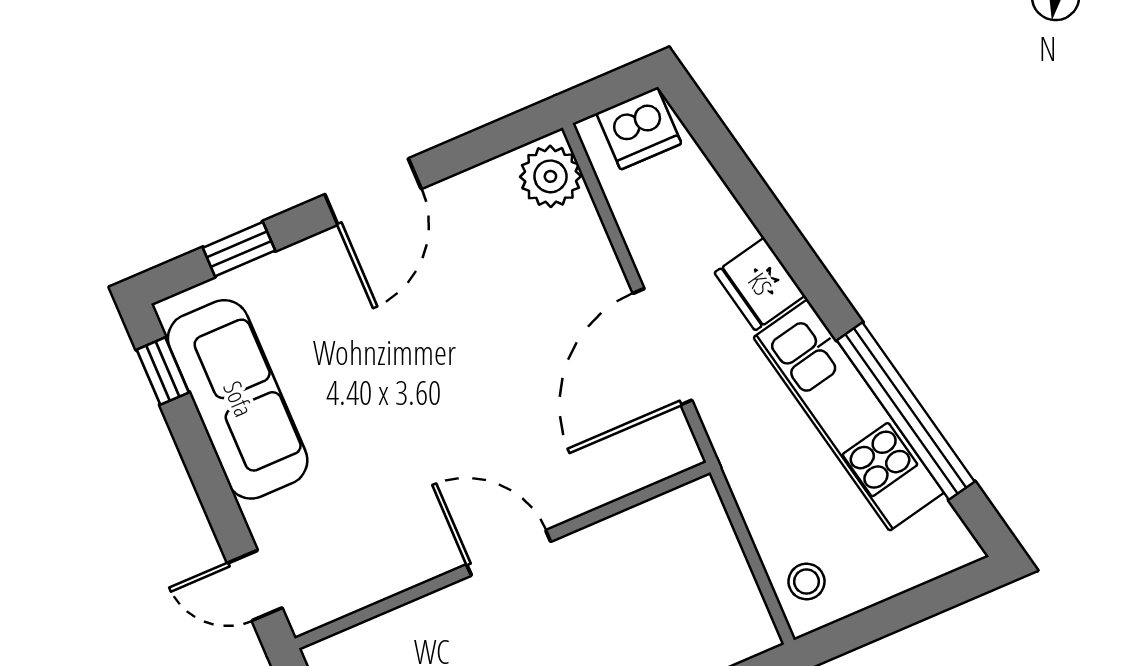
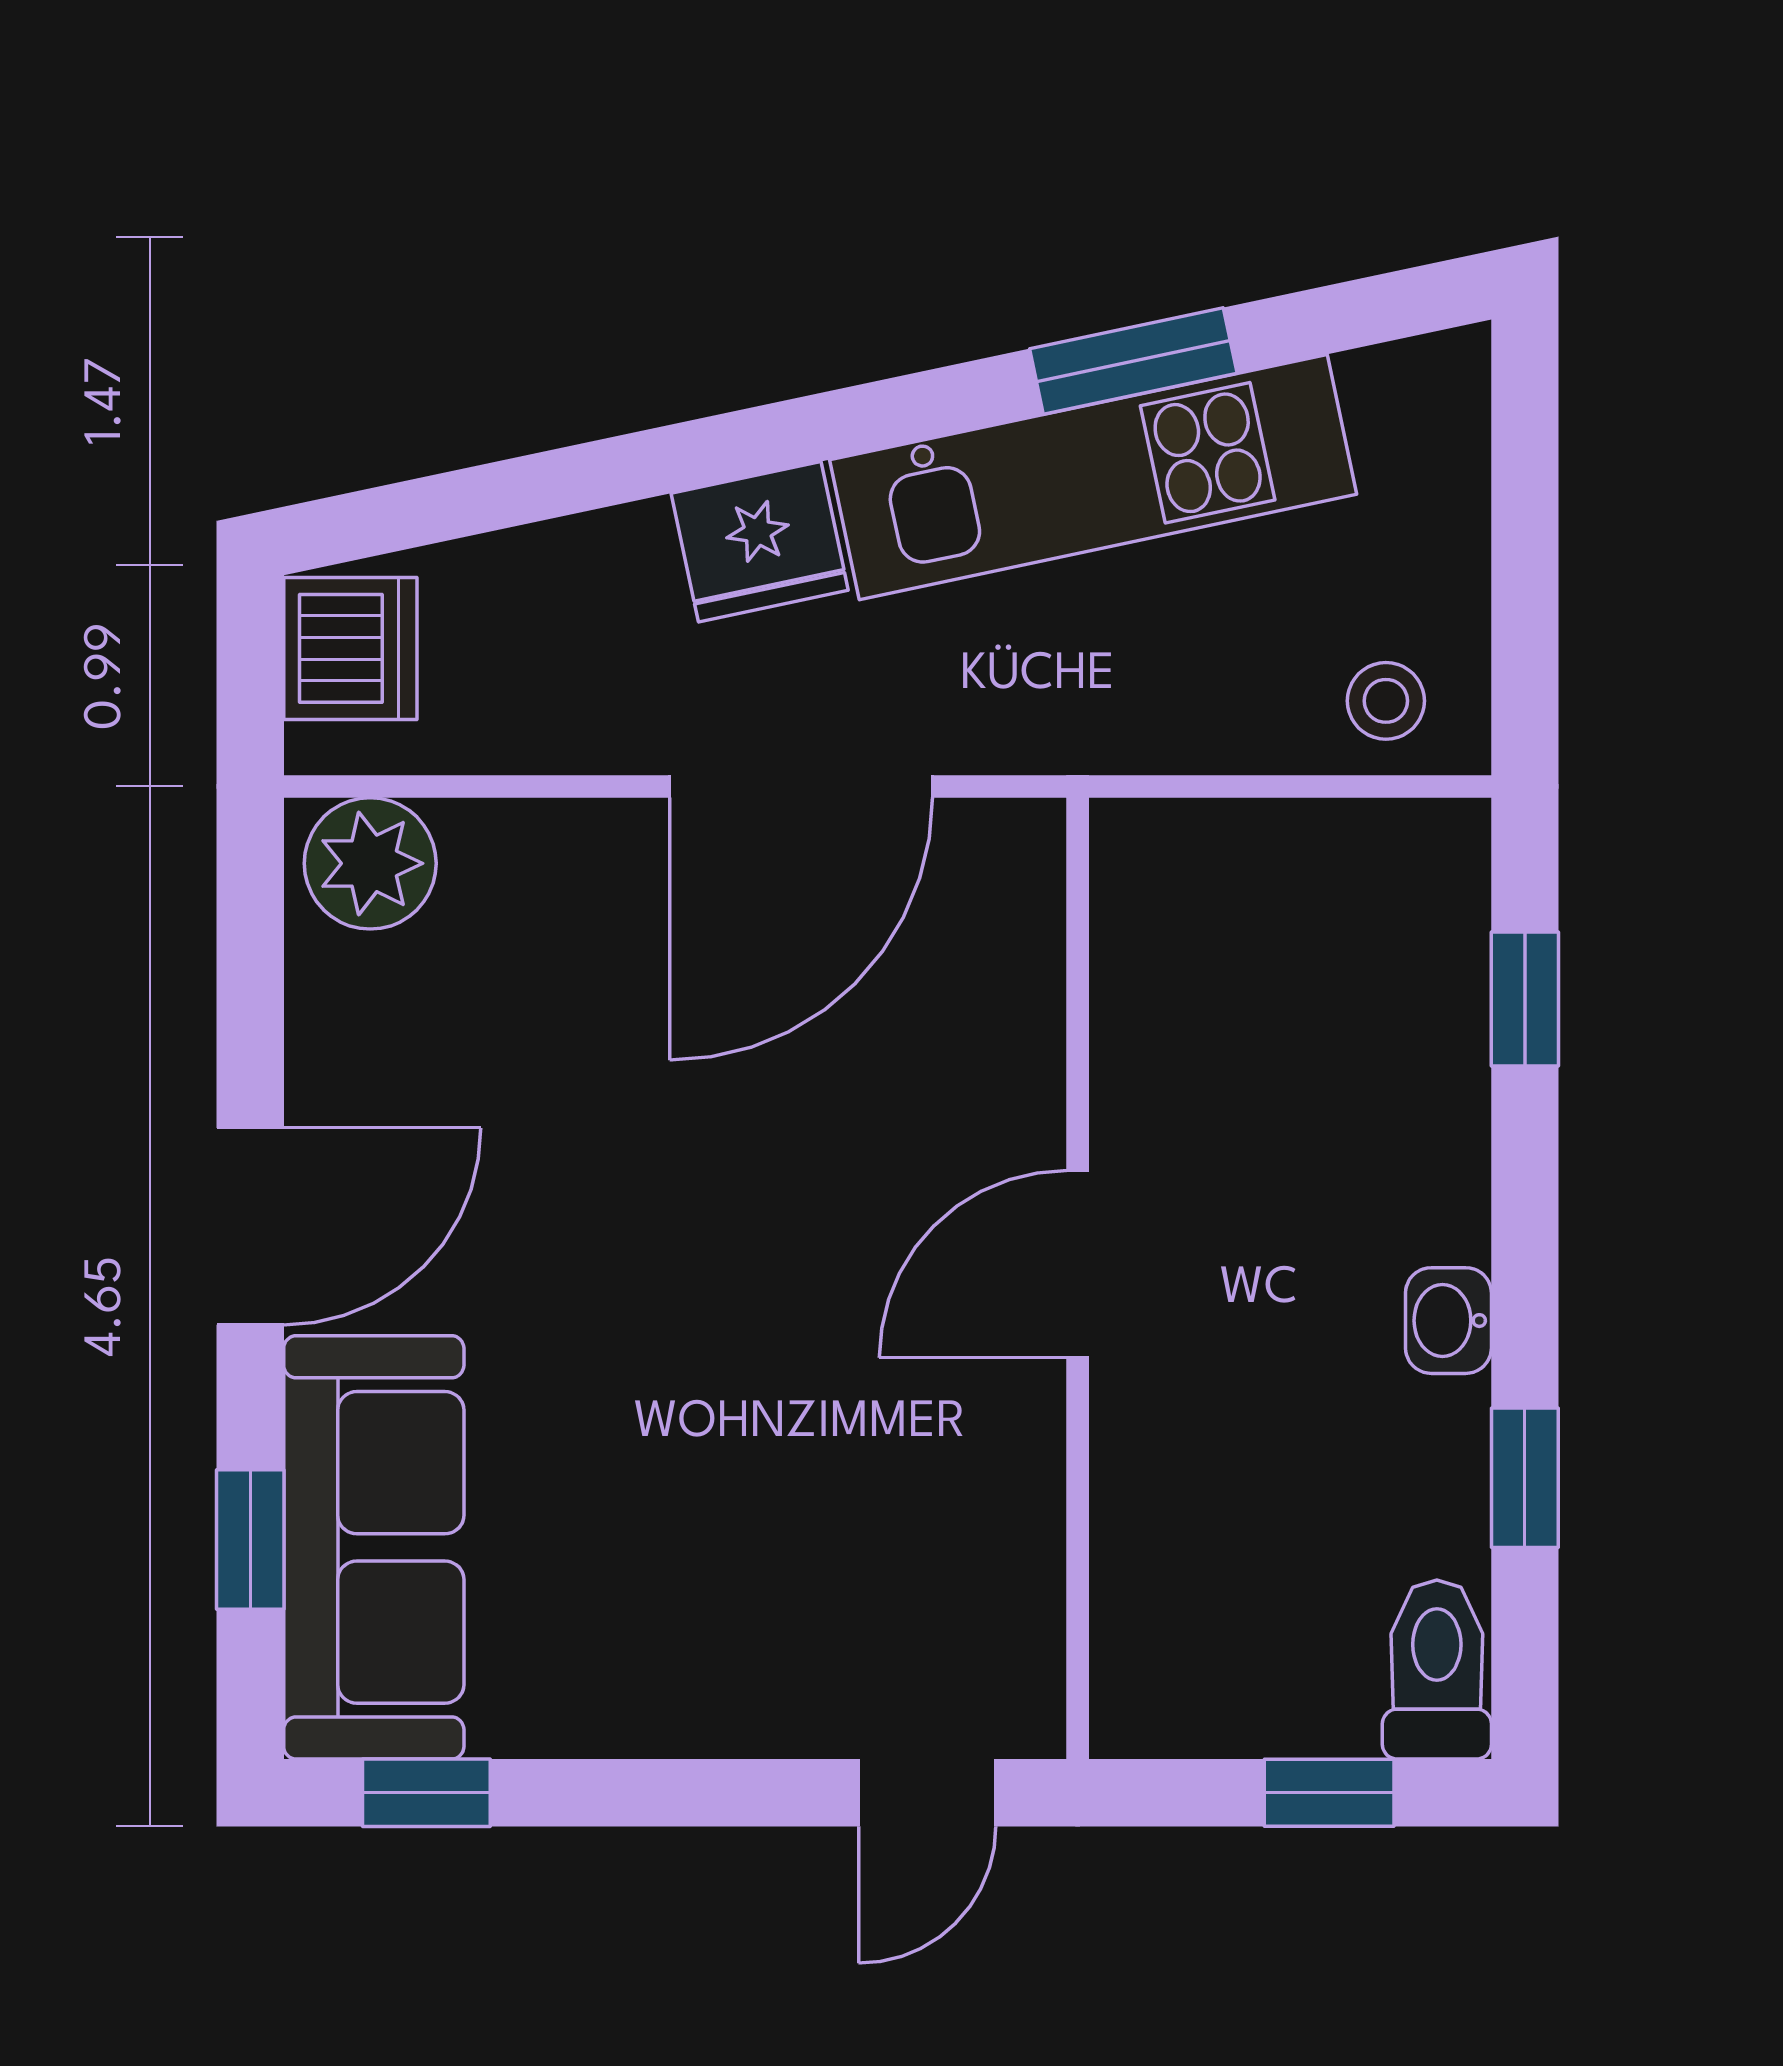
door: (373, 192) -> (250, 1226), hinge flipped
door: (662, 347) -> (801, 786), hinge flipped
sofa: (238, 399) -> (374, 1547), moved, turned 90
window: (906, 411) -> (1133, 361), width x0.47

